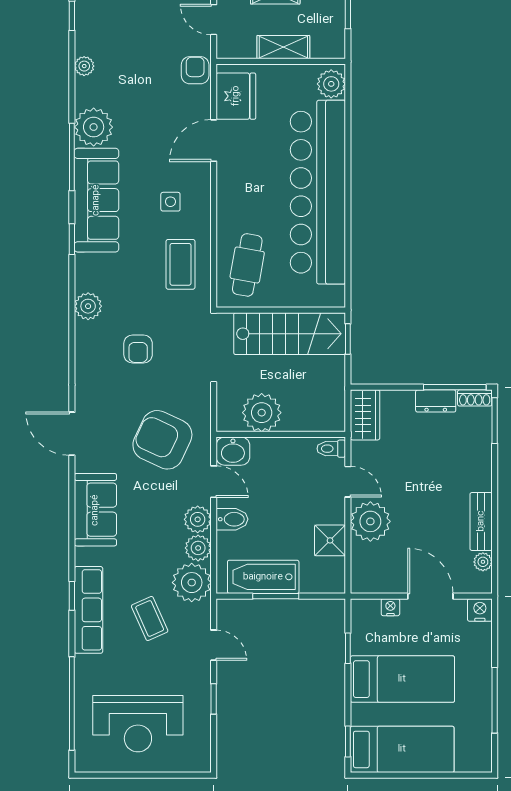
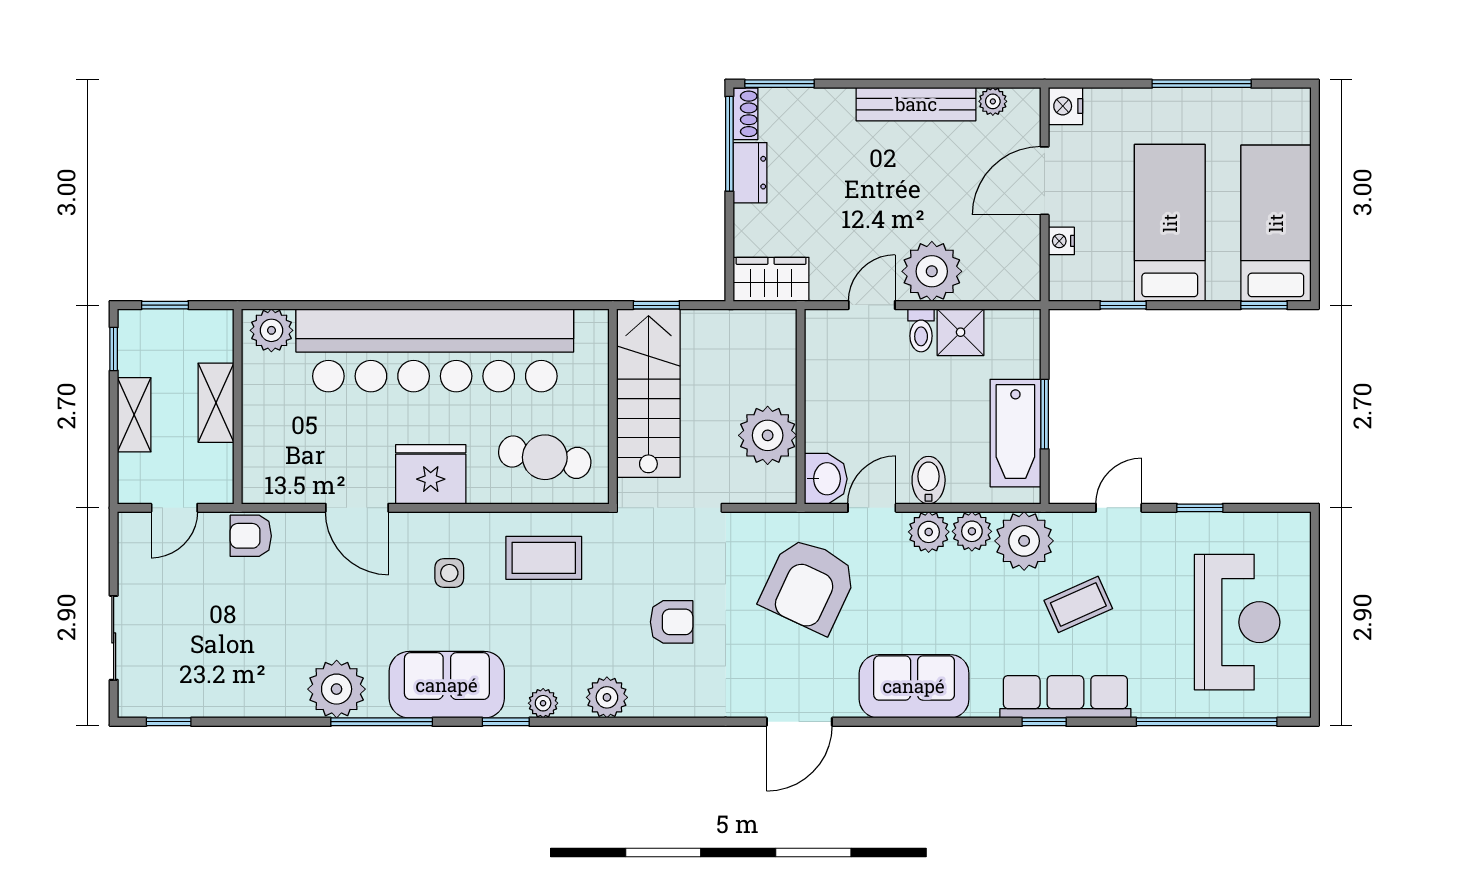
plant: (84, 66) -> (543, 703), moved
fridge: (236, 96) -> (431, 474), moved
sofa: (96, 200) -> (447, 685), width x0.73
toilet: (331, 449) -> (921, 330), moved
bench: (481, 521) -> (916, 104), width x1.36

